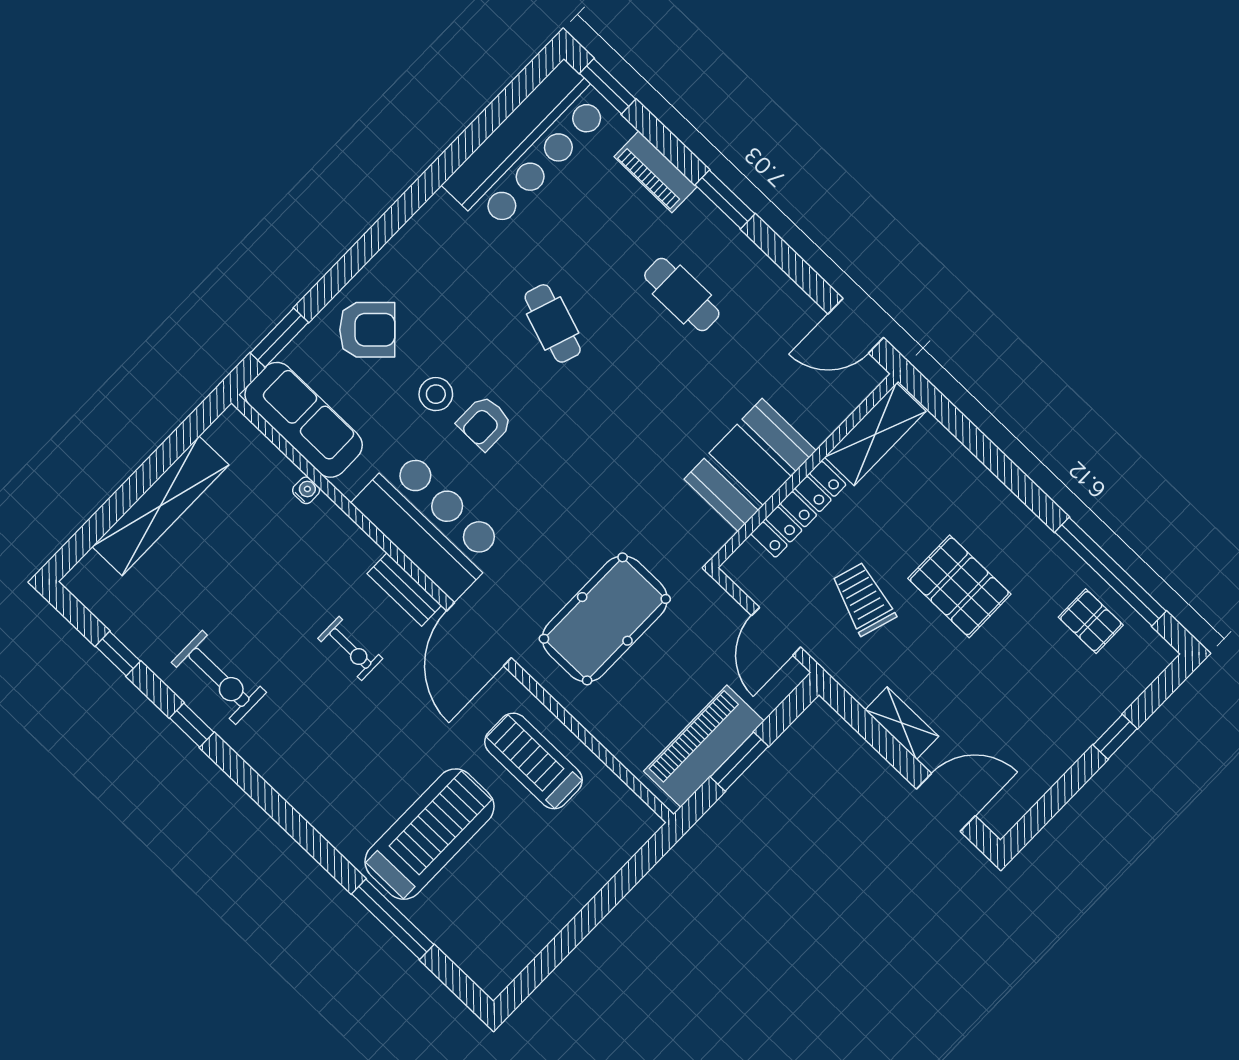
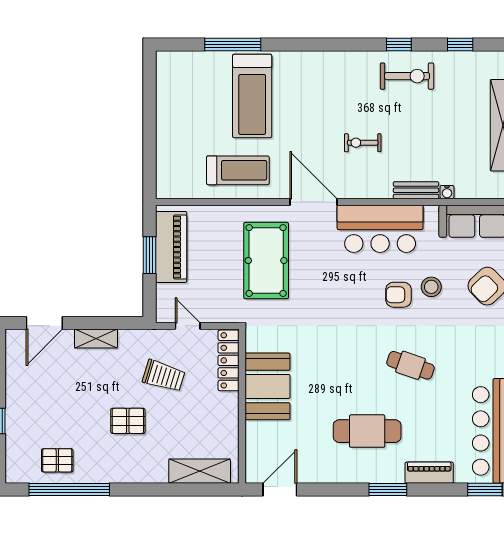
cafe table: (682, 295) -> (367, 431), width x1.37, depth x1.35
armchair: (485, 423) -> (398, 295), turned -90
shelving: (875, 434) -> (200, 471), moved, turned 90
locker: (798, 509) -> (229, 360), moved
pallet: (959, 586) -> (128, 421), width x0.67, depth x0.71
bench: (404, 589) -> (416, 190), moved
door: (776, 631) -> (188, 326), width x0.73
exercise bike: (219, 677) -> (407, 76), turned 180

